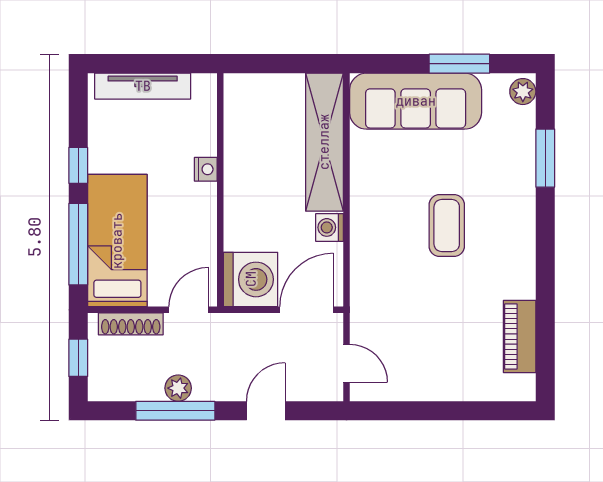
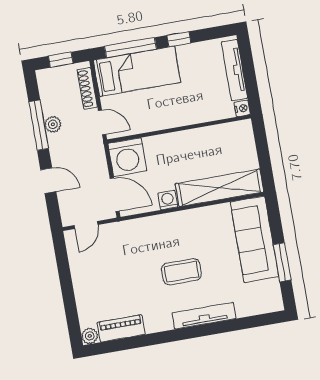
plant: (523, 92) -> (90, 336), moved
window: (545, 158) -> (233, 325), removed
nightstand: (206, 169) -> (242, 108), moved, turned -90
tv unit: (522, 202) -> (204, 316), added

